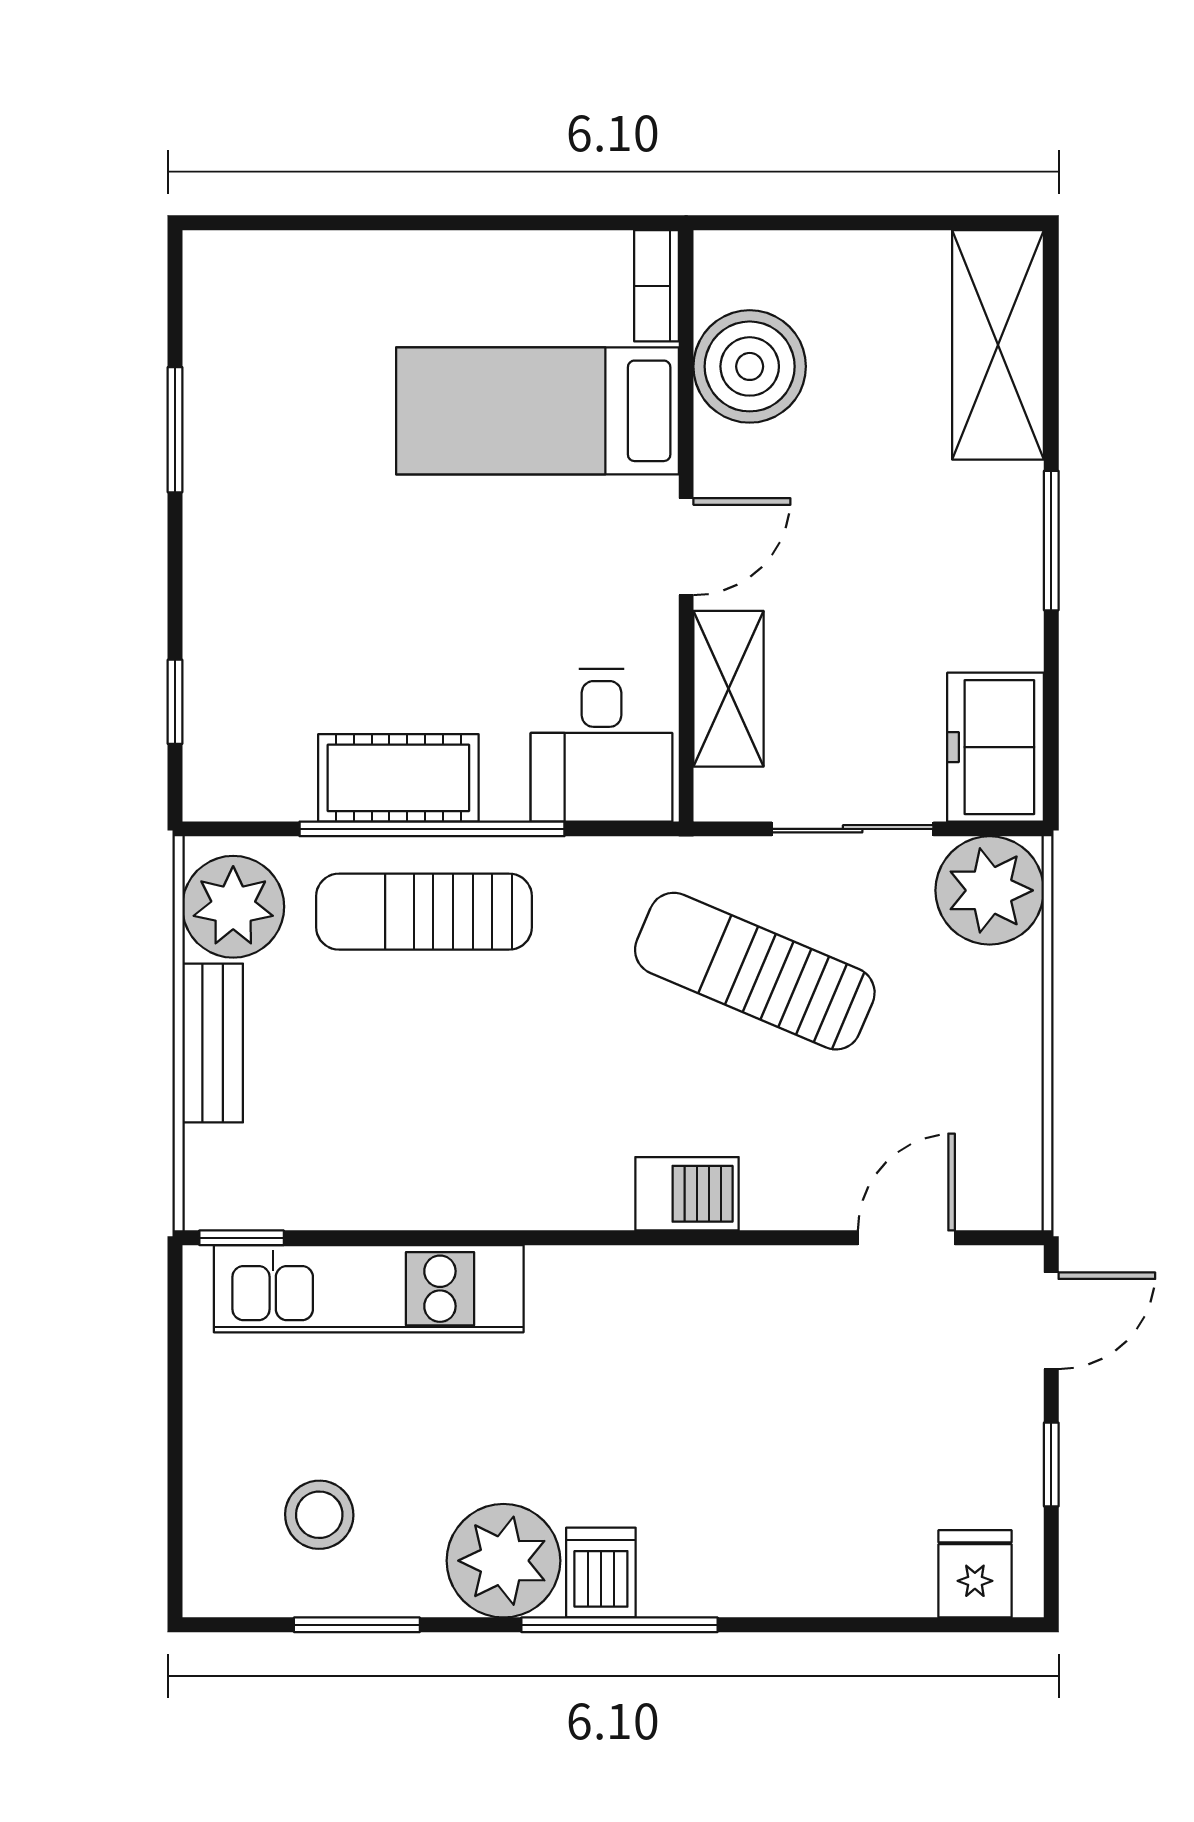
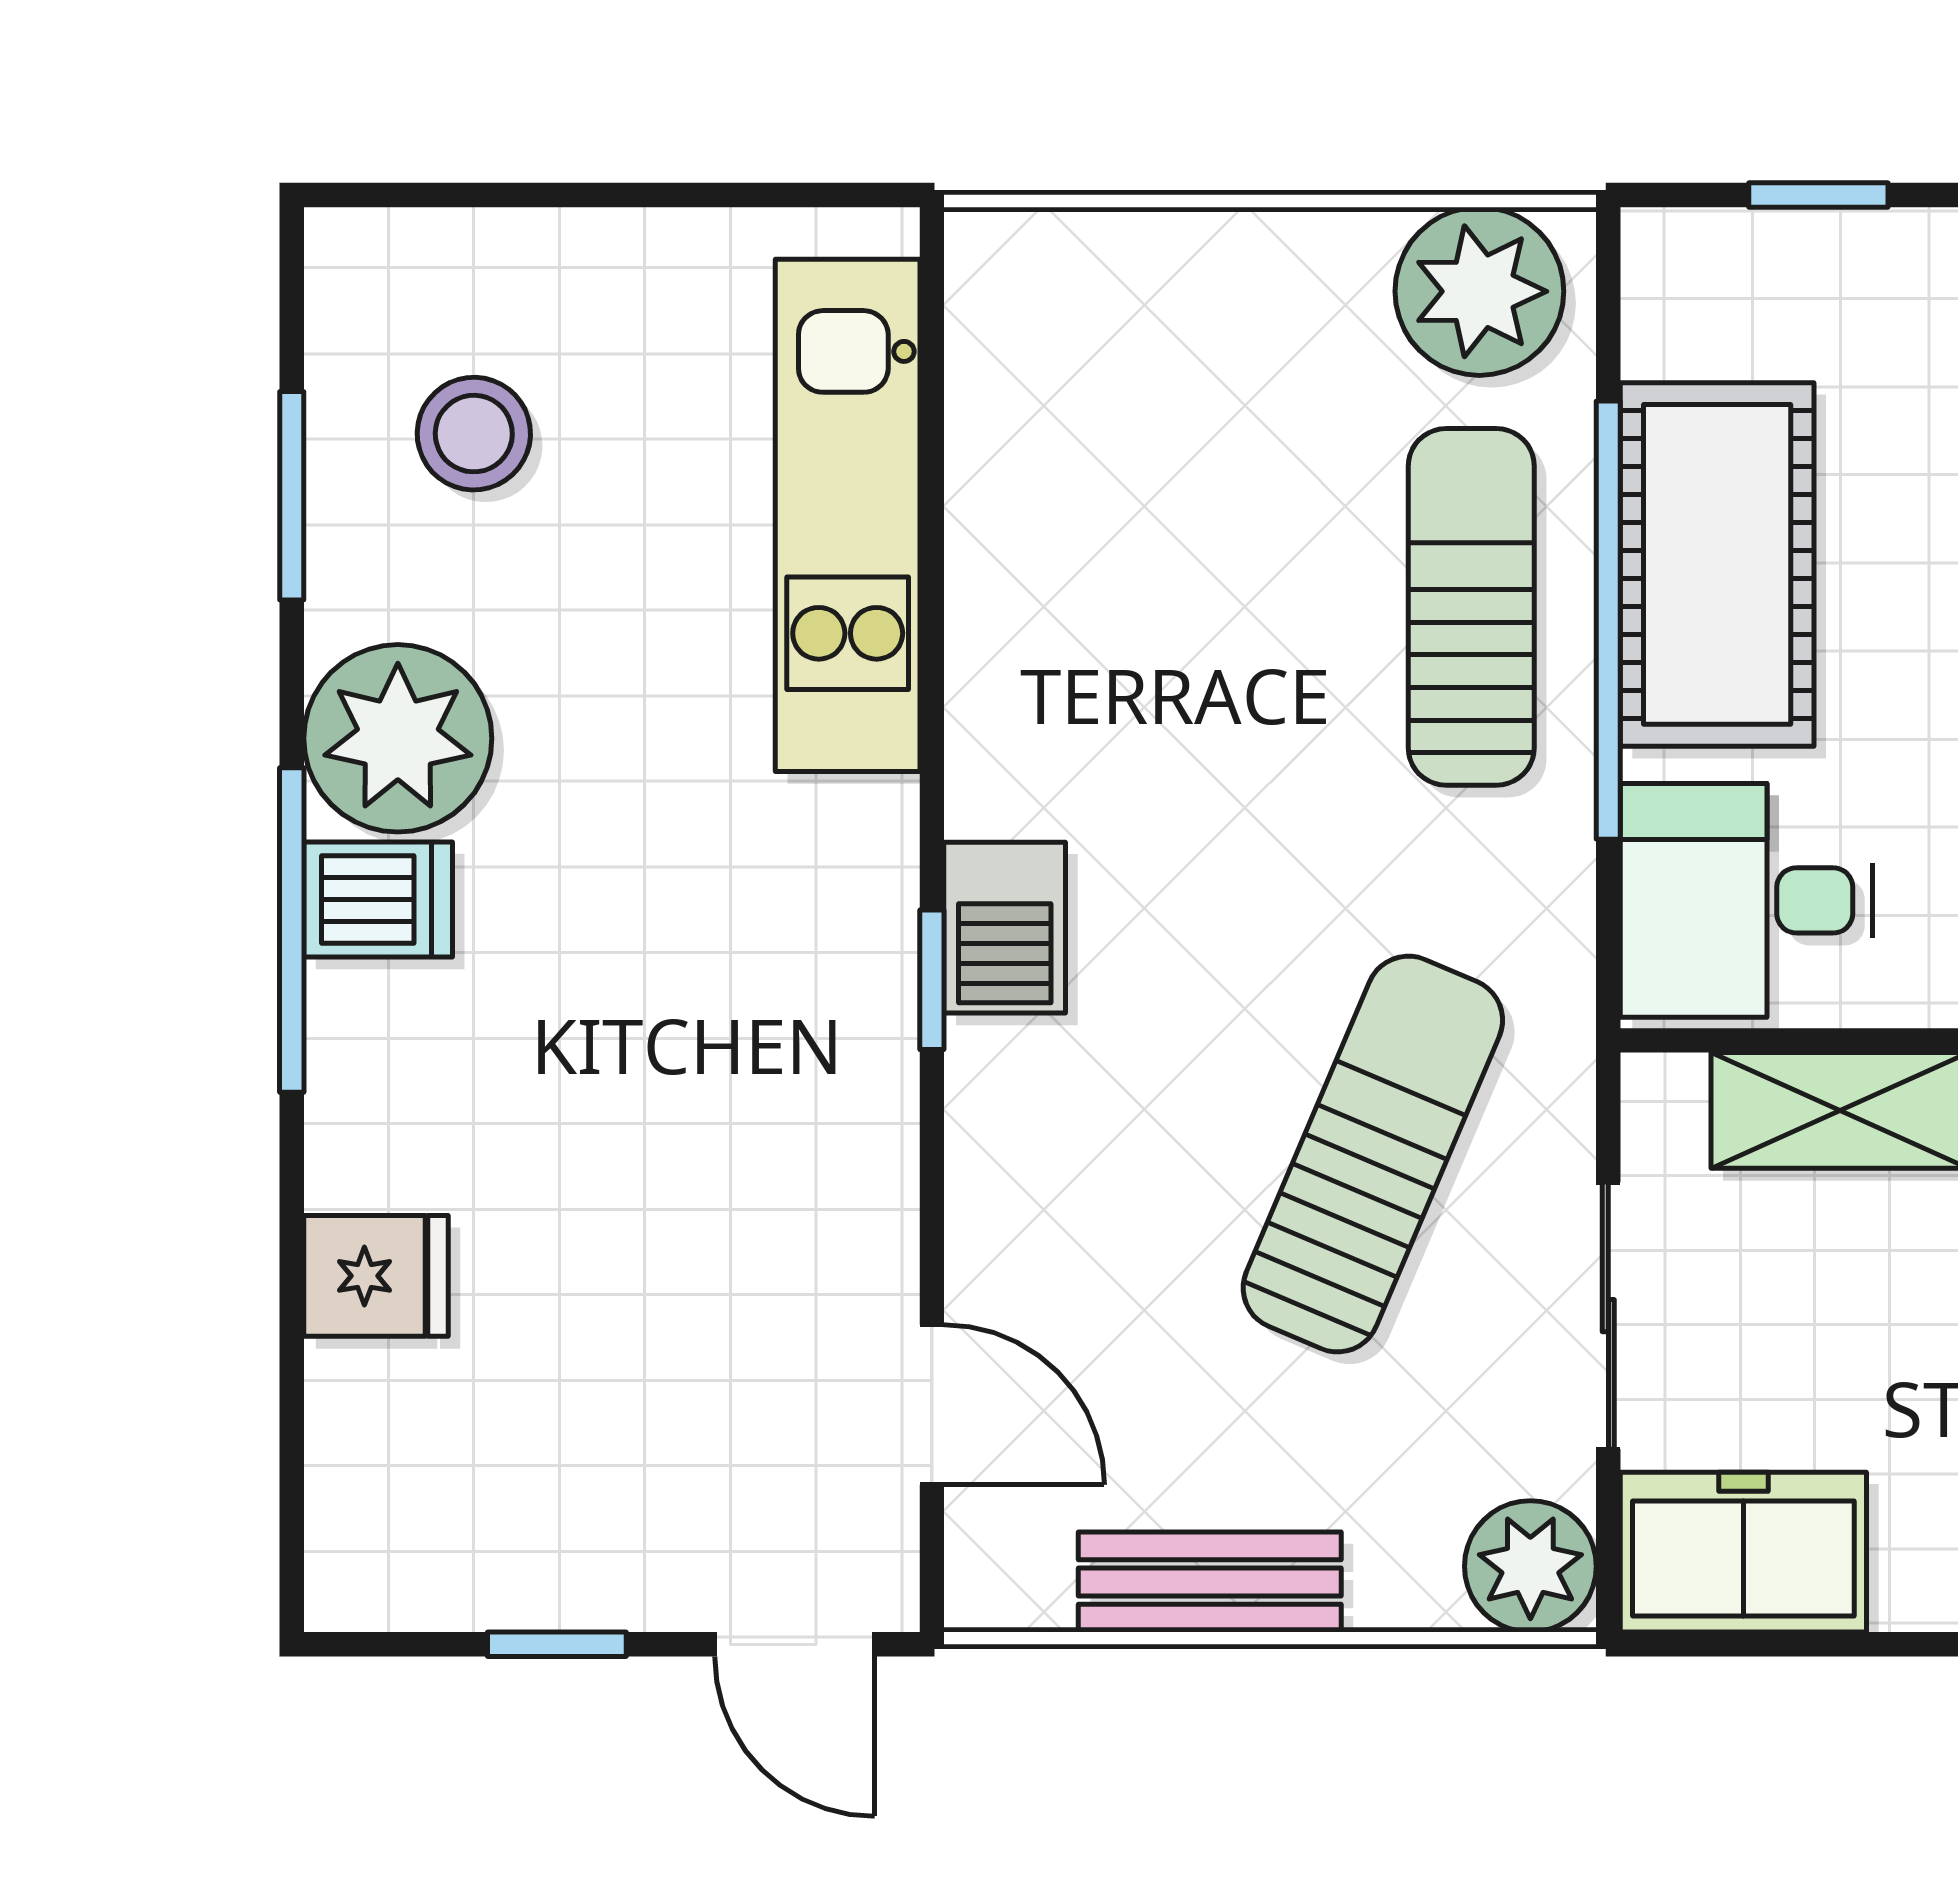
cot: (398, 778) -> (1717, 564), width x1.37, depth x1.34
plant: (990, 890) -> (1530, 1566), width x0.73, depth x0.73
bench: (213, 1043) -> (1210, 1582), moved
barbecue: (687, 1194) -> (1005, 928), moved
window: (242, 1238) -> (932, 980), moved
fridge: (975, 1574) -> (376, 1276), moved

